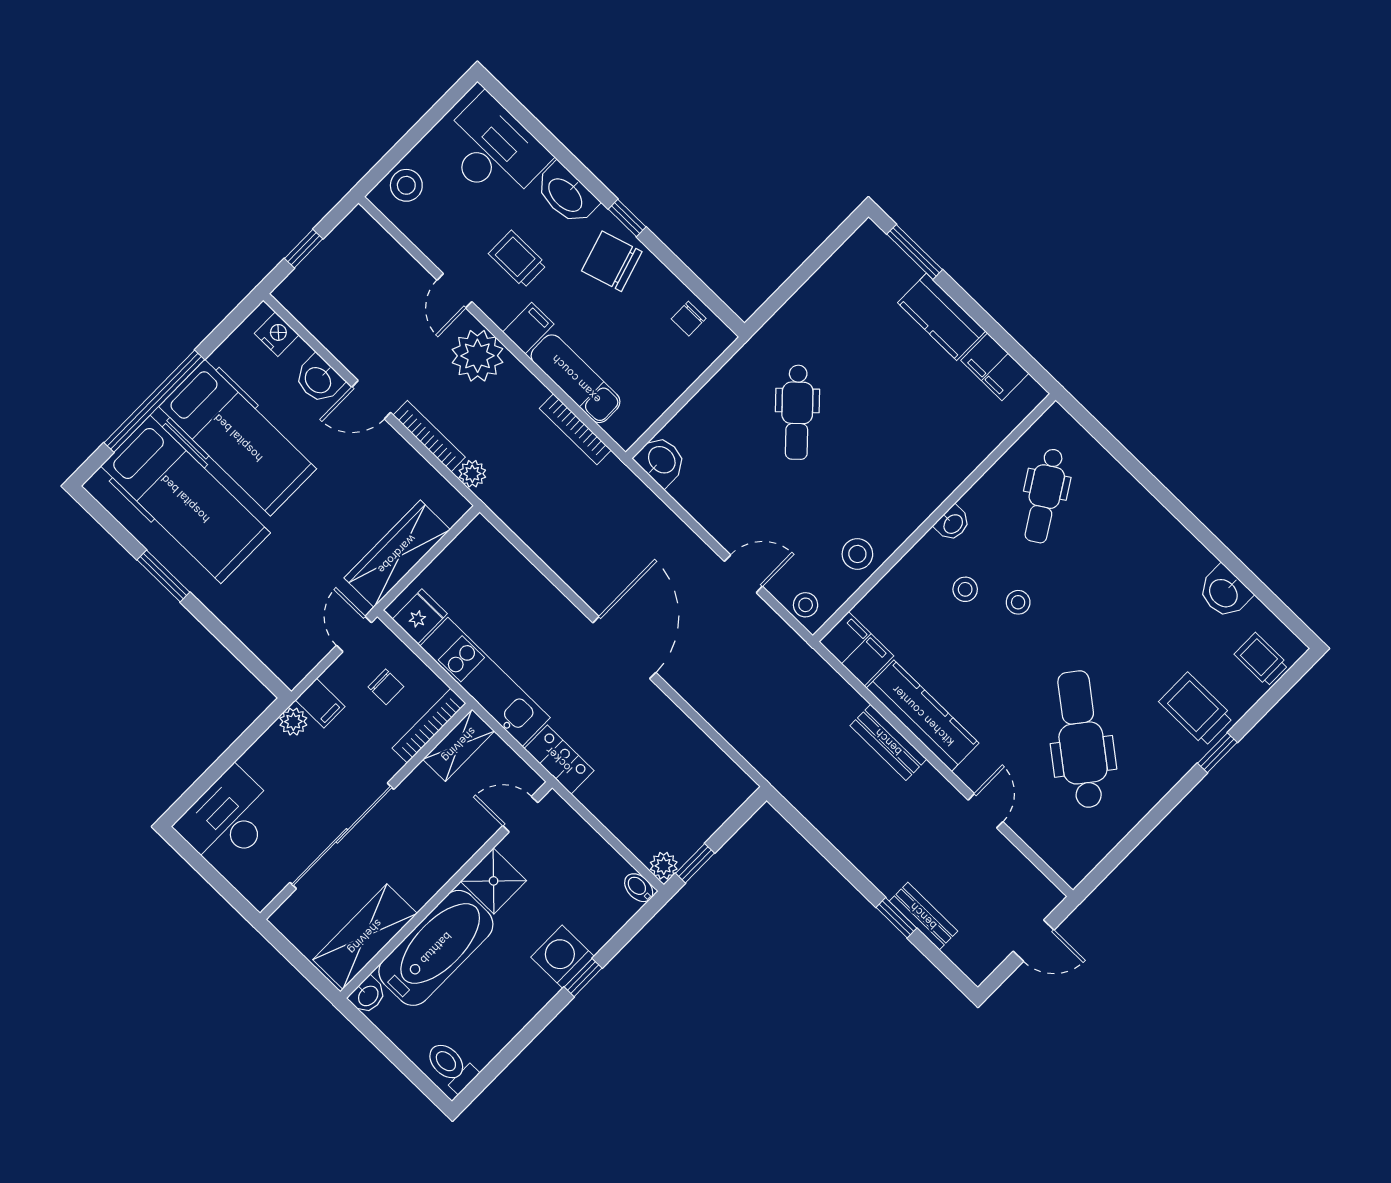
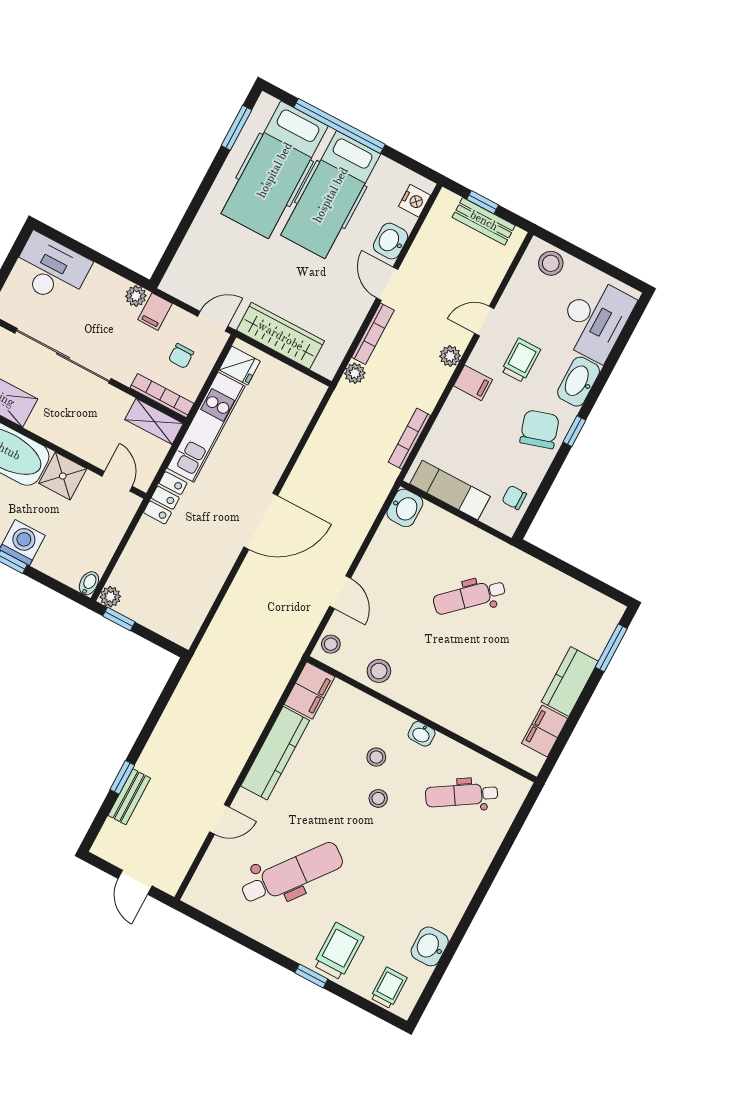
plant: (477, 356) -> (450, 356), width x0.53, depth x0.53
exam couch: (576, 379) -> (450, 490), moved, turned -90
window: (163, 576) -> (236, 128), moved
bench: (888, 742) -> (484, 221), moved, turned 90

